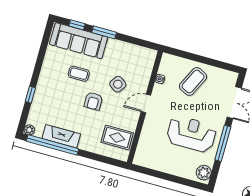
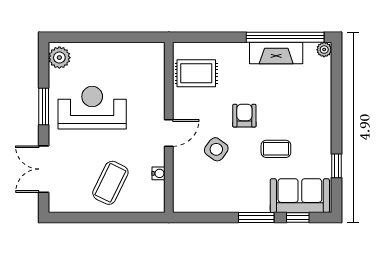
sofa: (79, 41) -> (300, 196), width x0.73
window: (30, 95) -> (337, 166), moved
reception desk: (191, 134) -> (92, 108), turned 180
window: (223, 143) -> (44, 107), width x0.69

